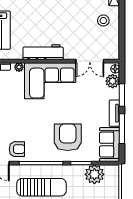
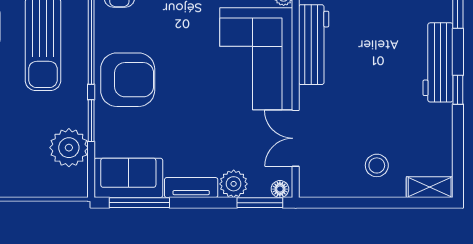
plant: (113, 81) -> (234, 184), moved
window: (122, 95) -> (260, 203), moved
window: (122, 129) -> (139, 203), moved
armchair: (68, 137) -> (128, 80), moved

